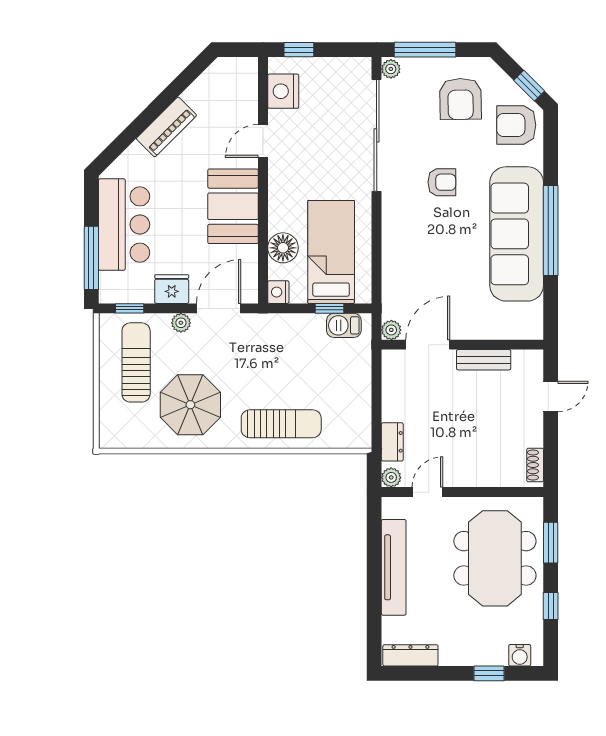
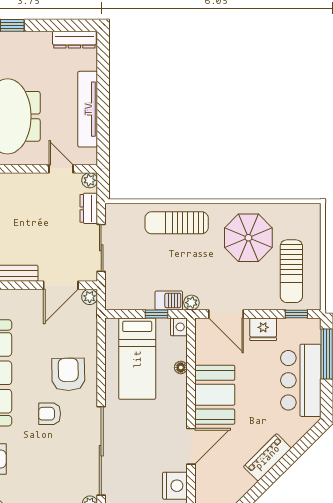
armchair: (460, 99) -> (68, 374), moved
door: (263, 141) -> (191, 446), width x1.38
floor lamp: (283, 248) -> (181, 367), width x0.53, depth x0.53
door: (219, 308) -> (226, 314), hinge flipped
window: (329, 308) -> (156, 314), moved
plant: (181, 323) -> (191, 303), moved
barbecue: (344, 325) -> (169, 300), moved
sliding door: (377, 392) -> (101, 248), added
door: (427, 492) -> (61, 169), swing flipped

